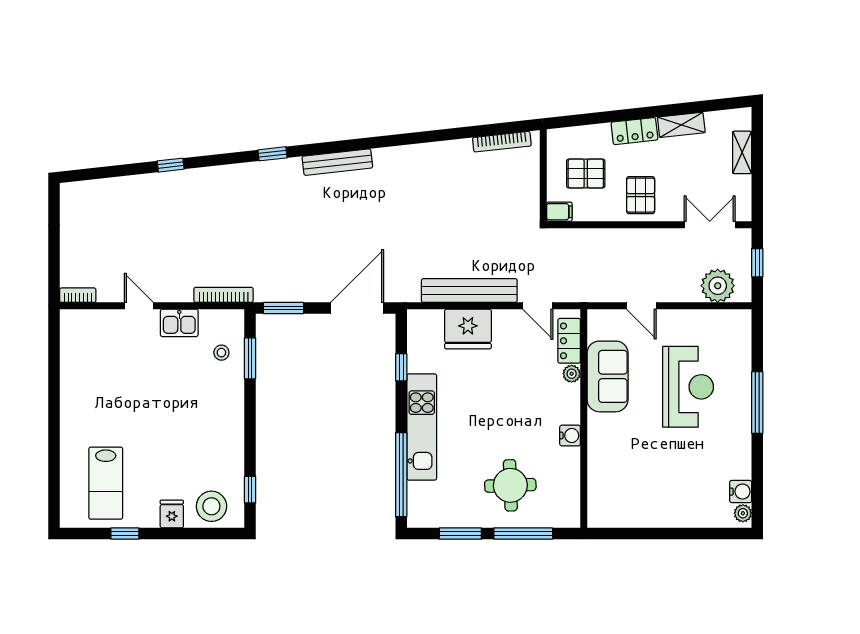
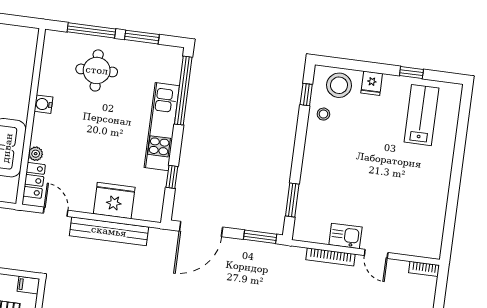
bookcase: (224, 295) -> (330, 257), moved
stool: (221, 353) -> (323, 114), moved

